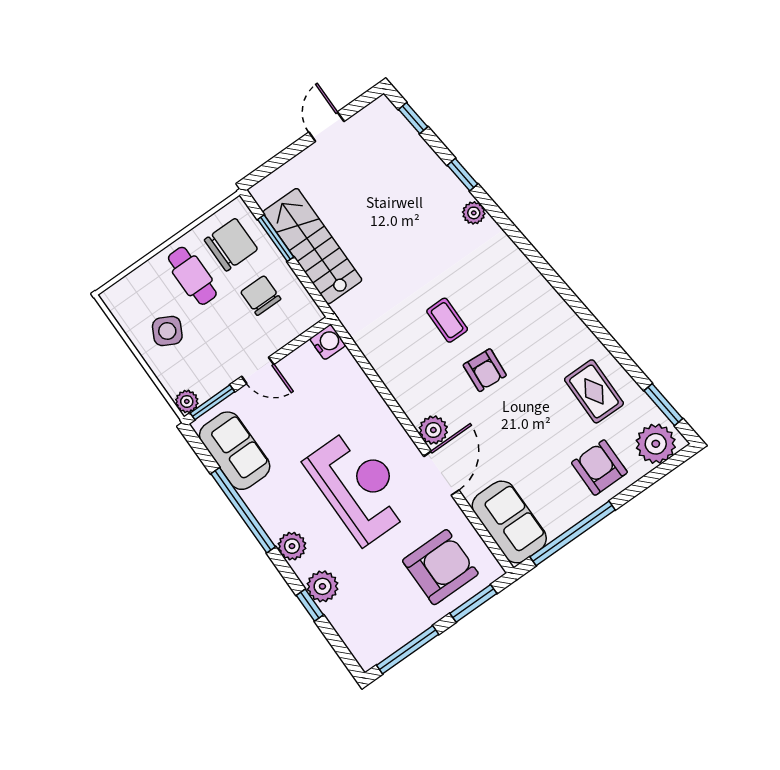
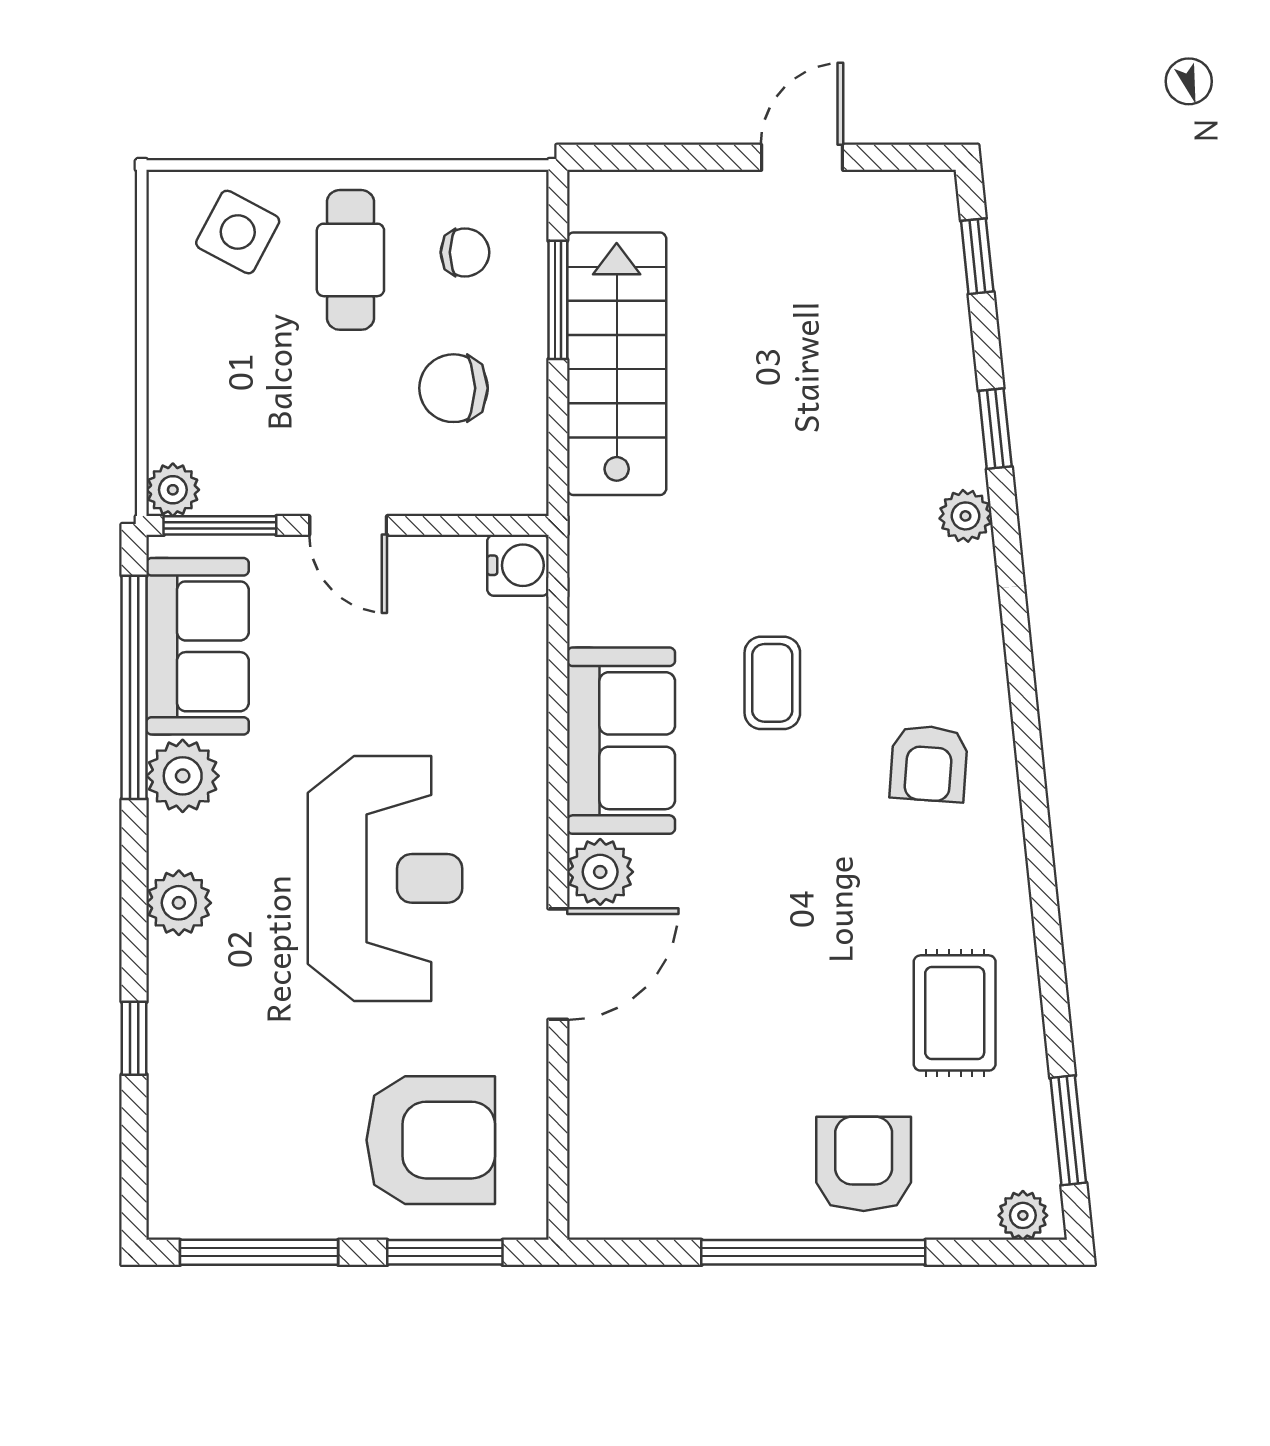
chair: (231, 245) -> (465, 252), width x0.54, depth x0.54
chair: (261, 295) -> (454, 388), turned -90
side table: (167, 331) -> (238, 232), moved
armchair: (485, 370) -> (929, 763), moved
plant: (656, 444) -> (1023, 1215), width x0.53, depth x0.53
window: (243, 510) -> (134, 687), moved
sofa: (509, 522) -> (621, 741), moved
window: (573, 533) -> (813, 1252), moved
plant: (322, 586) -> (183, 776), moved

